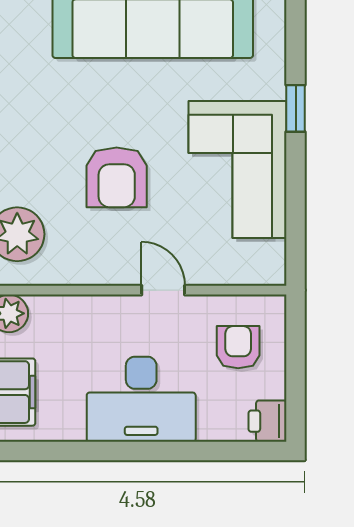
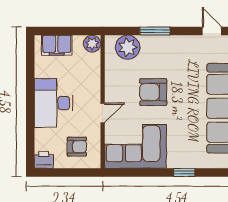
corner sofa: (238, 169) -> (135, 146), moved

